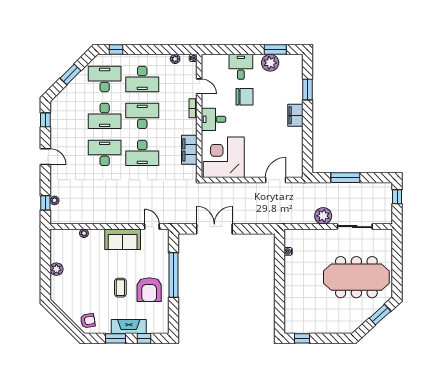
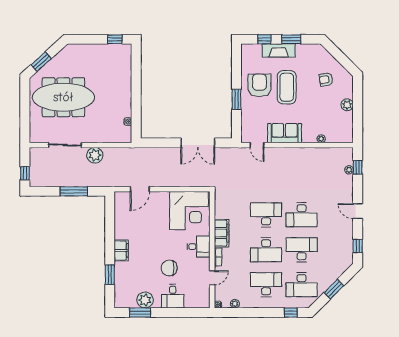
door: (199, 86) -> (212, 278), swing flipped
filing cabinet: (189, 150) -> (222, 233), moved
window: (173, 275) -> (236, 99), width x0.47
coffee table: (120, 288) -> (287, 87), width x1.86, depth x1.72
armchair: (88, 321) -> (326, 79), moved

